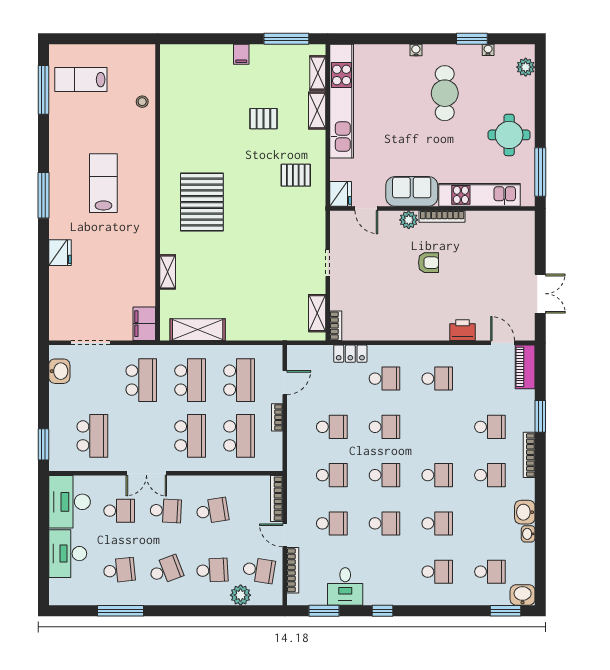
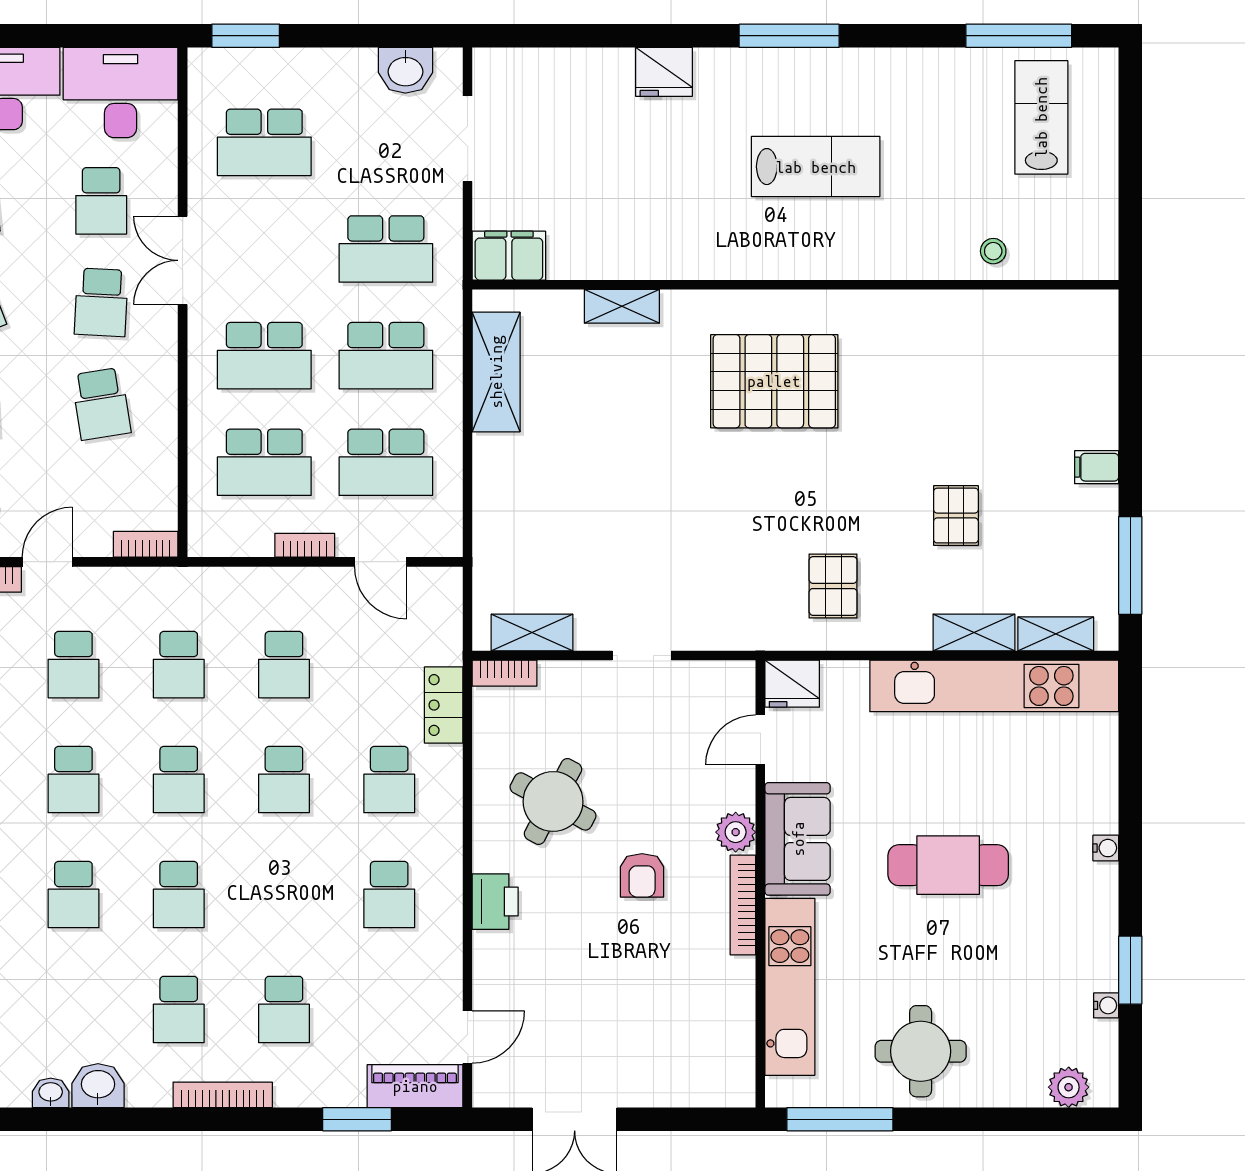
cafe table: (445, 93) -> (948, 865), moved
round table: (395, 304) -> (553, 801), added
printer: (462, 330) -> (495, 902), moved
window: (540, 416) -> (357, 1119), moved
bookcase: (277, 499) -> (146, 544), width x0.64

